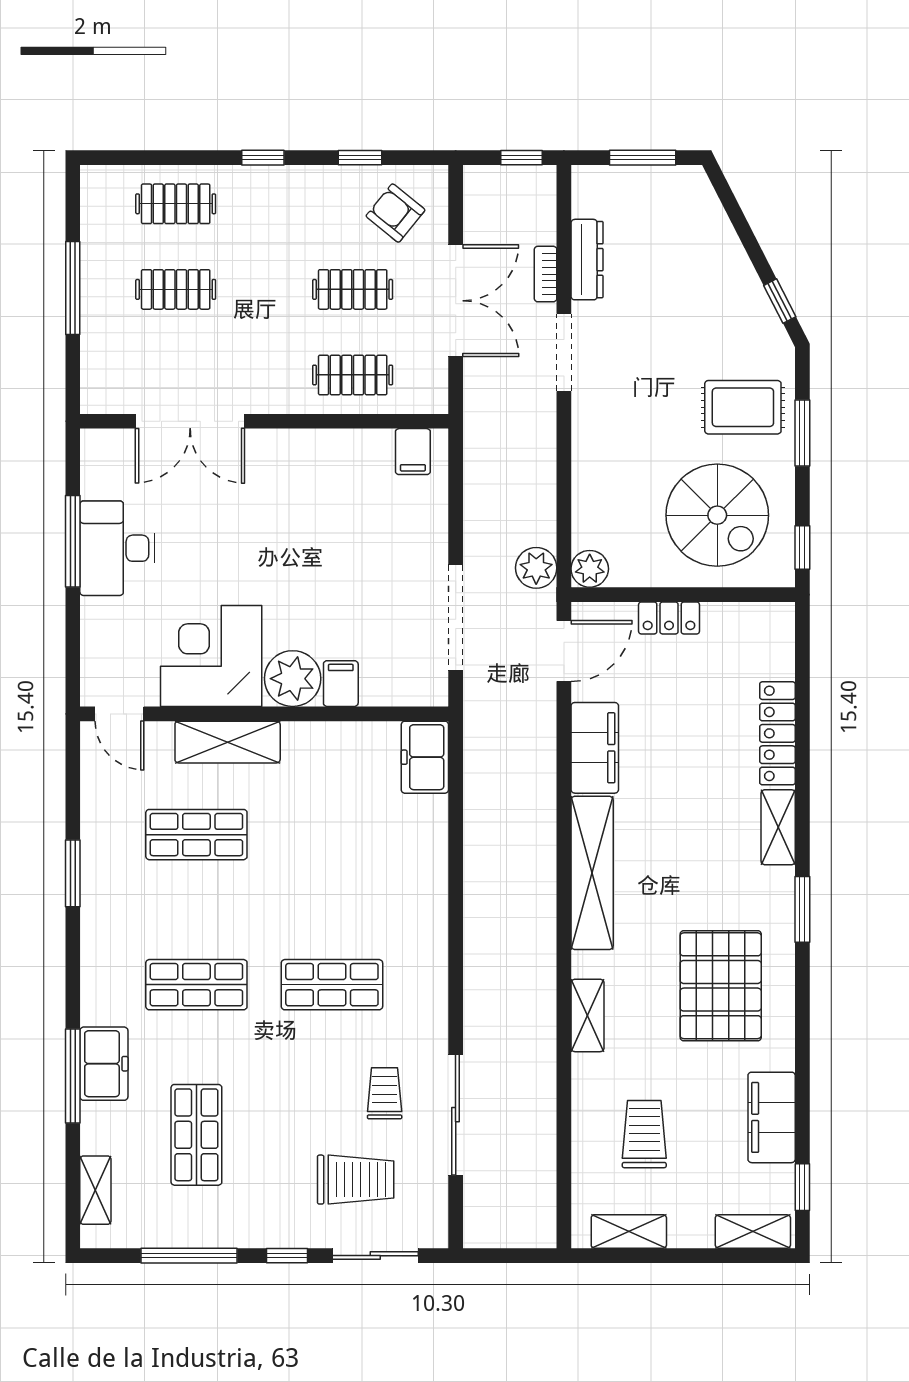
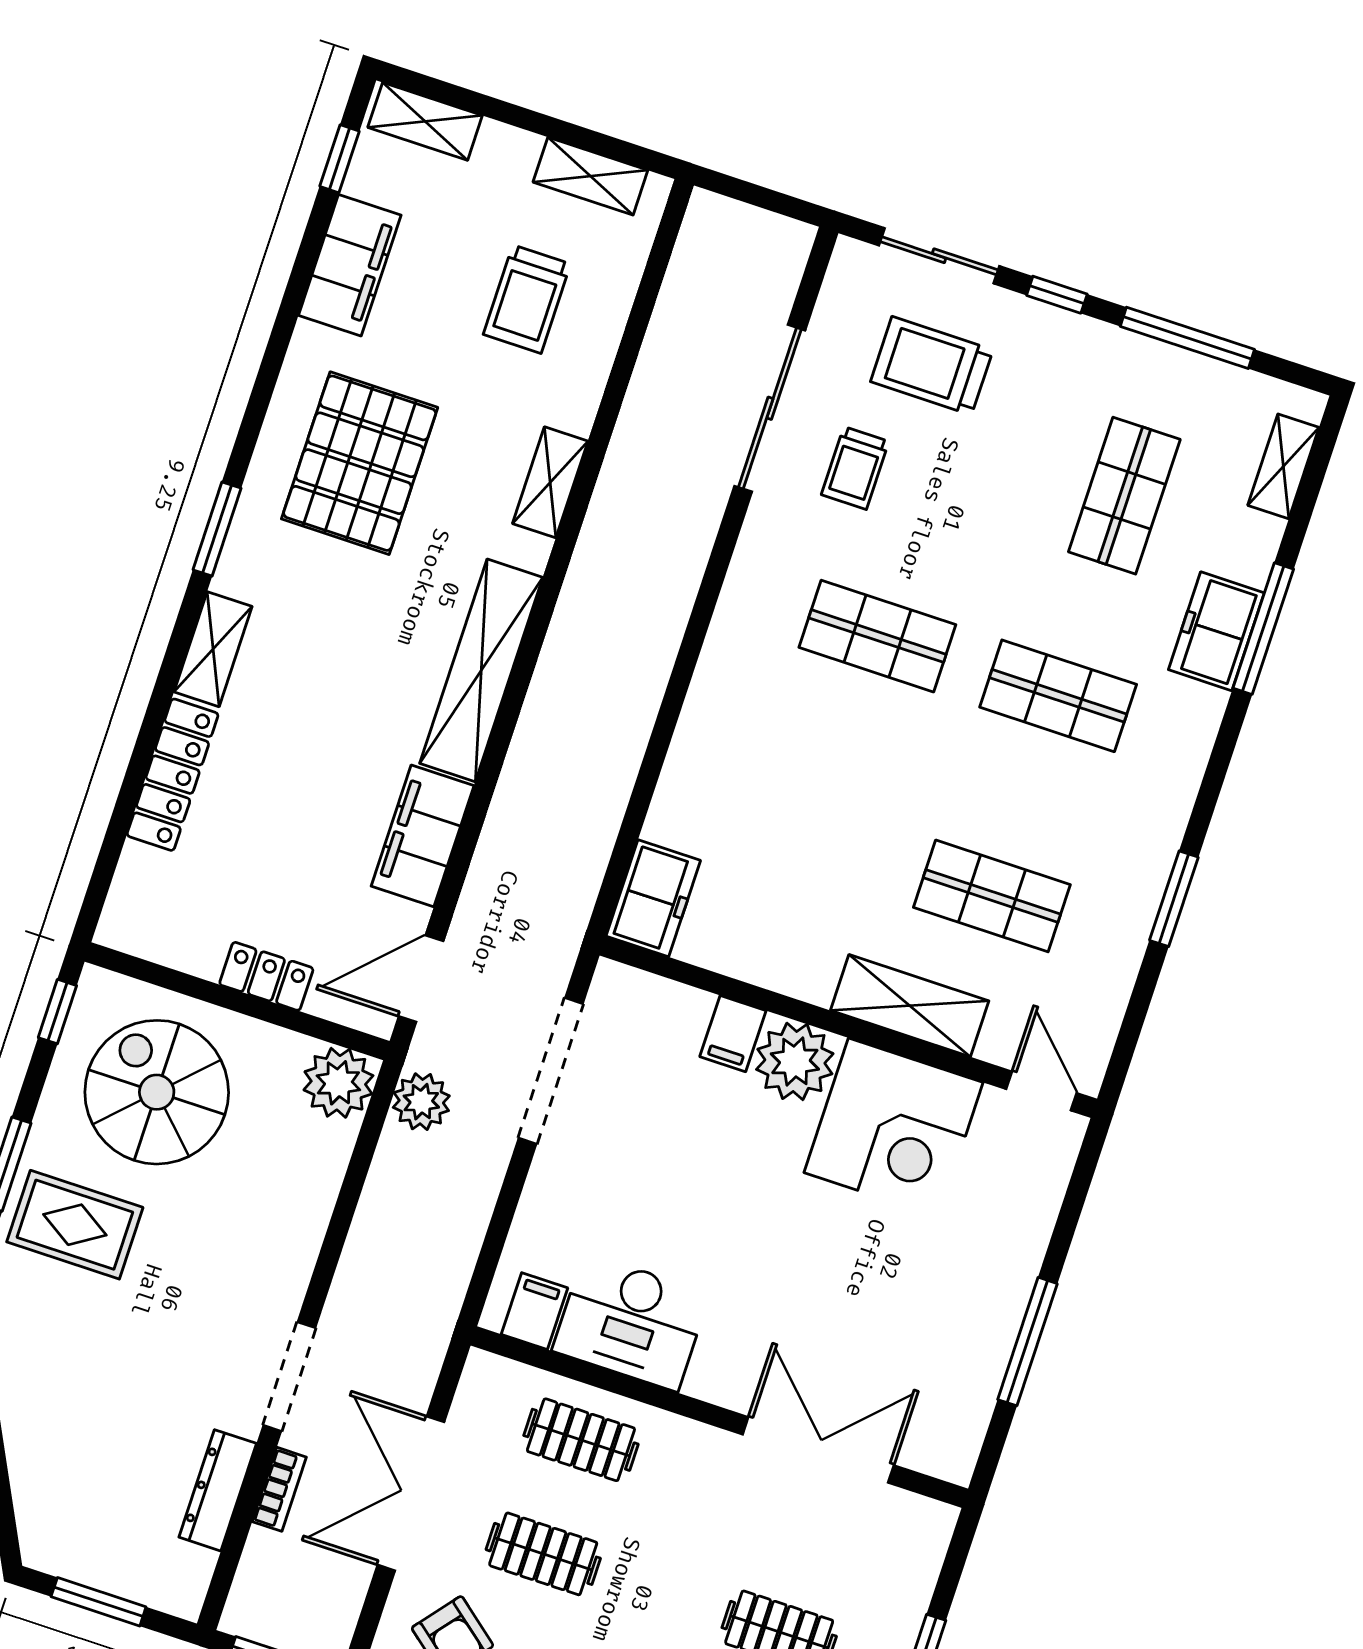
desk: (117, 548) -> (631, 1322), moved, turned 90
plant: (590, 569) -> (338, 1083), width x1.36, depth x1.36

